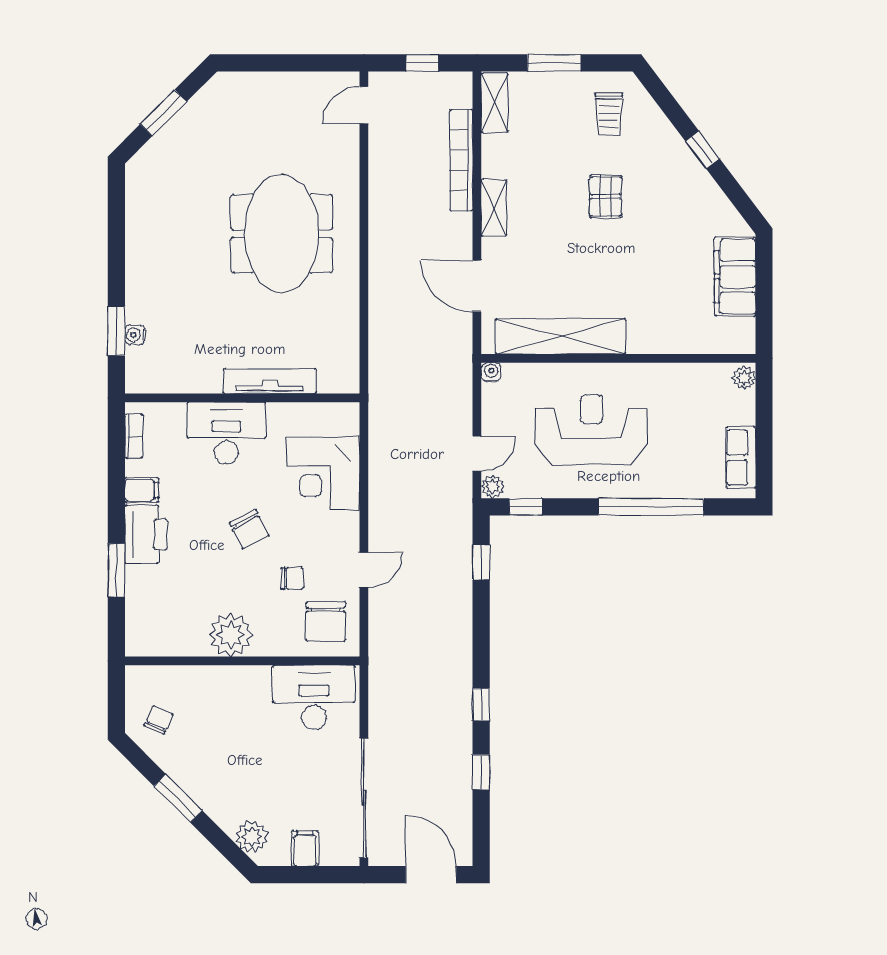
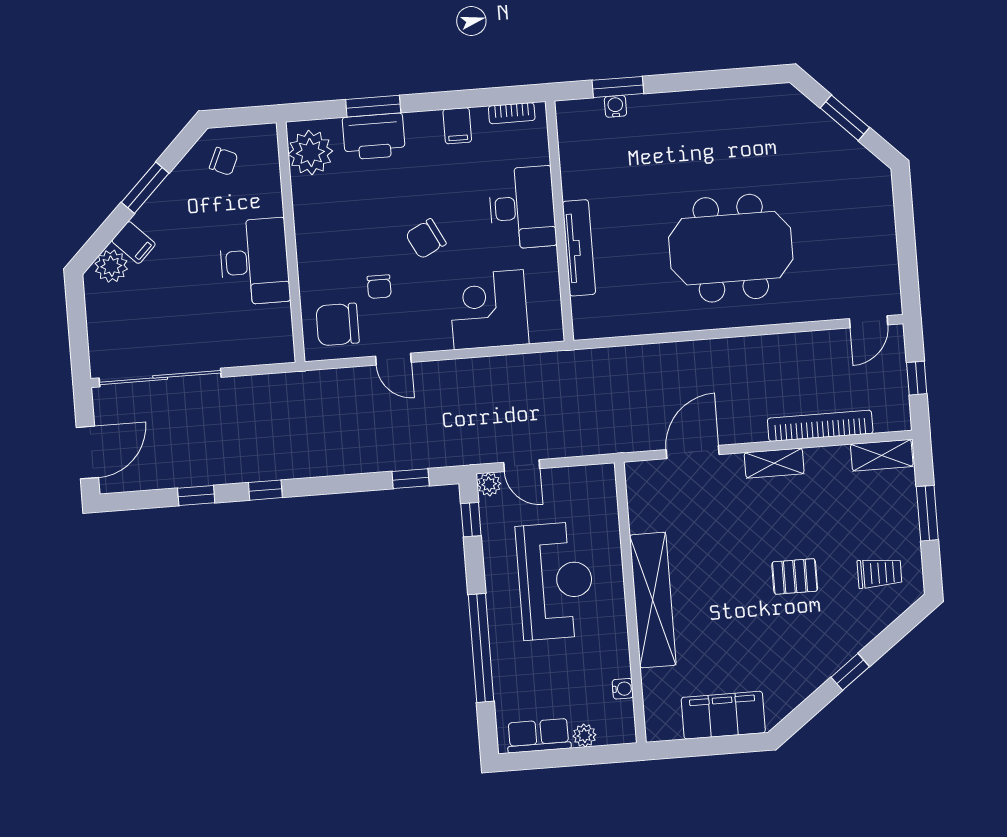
door: (364, 105) -> (869, 322), swing flipped
trolley: (609, 114) -> (879, 573), turned 180
shelving: (561, 336) -> (653, 600), moved
water cooler: (491, 372) -> (623, 689), moved
plant: (744, 378) -> (584, 735), moved
printer: (146, 534) -> (374, 137), moved
plant: (231, 635) -> (310, 153), moved
desk: (314, 698) -> (254, 262), moved
filing cabinet: (305, 848) -> (134, 243), moved, turned 45

